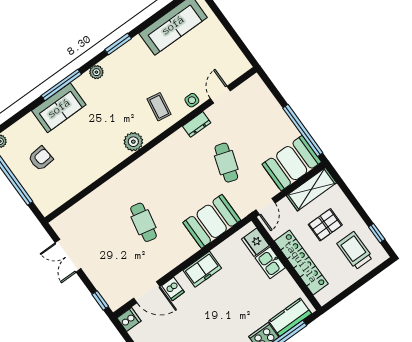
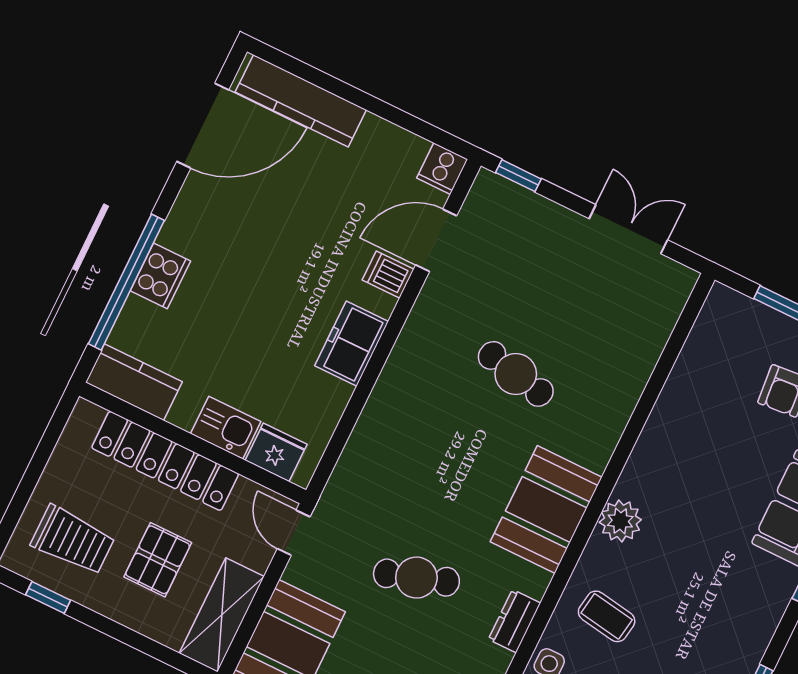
plant: (96, 72) -> (765, 618), removed
cafe table: (226, 163) -> (416, 578), turned -36
booth: (212, 221) -> (546, 510), moved
kitchen counter: (290, 317) -> (134, 382), moved, turned -90

